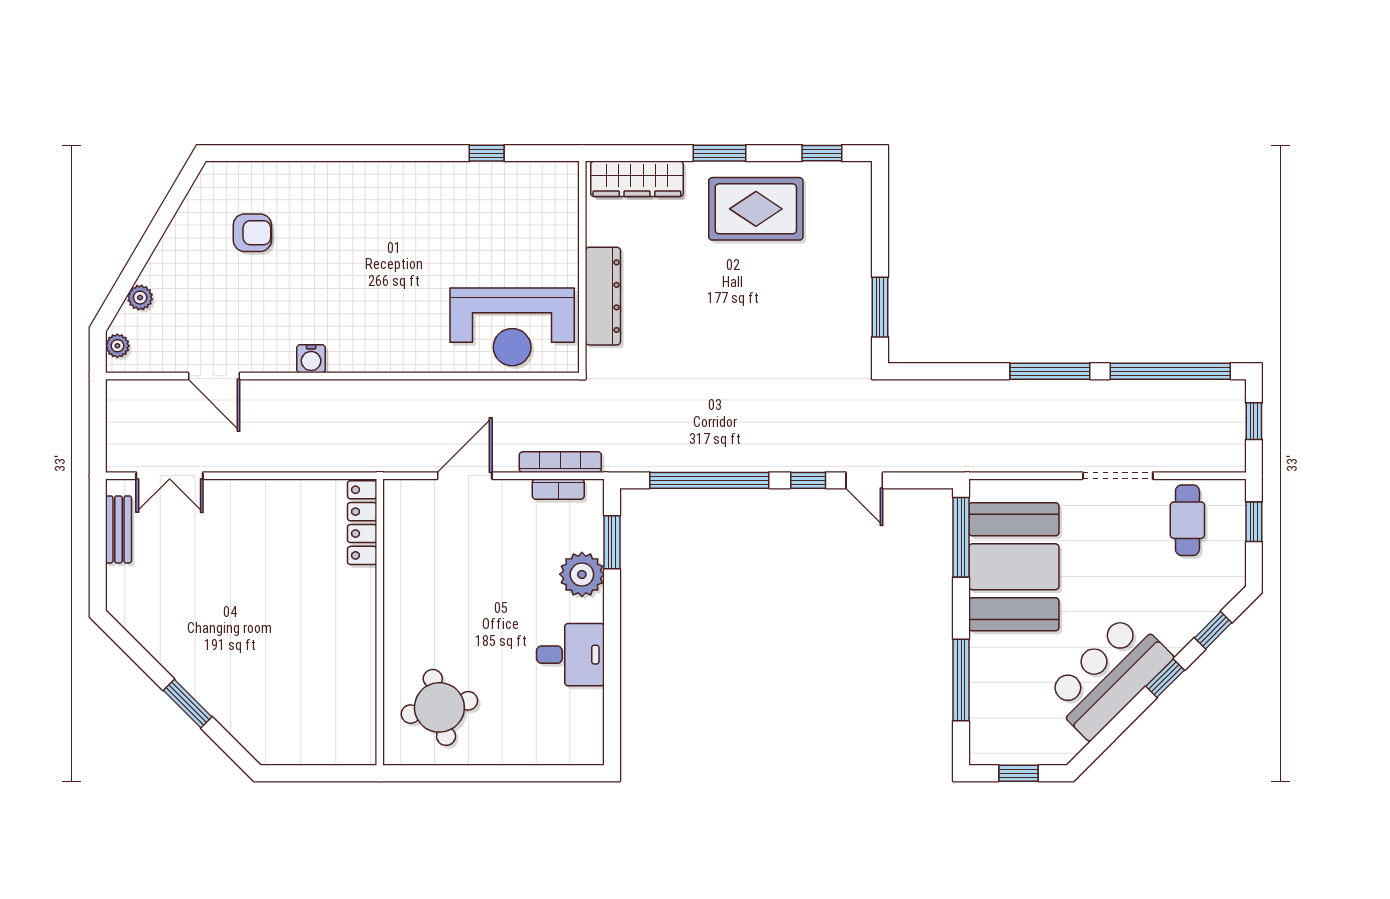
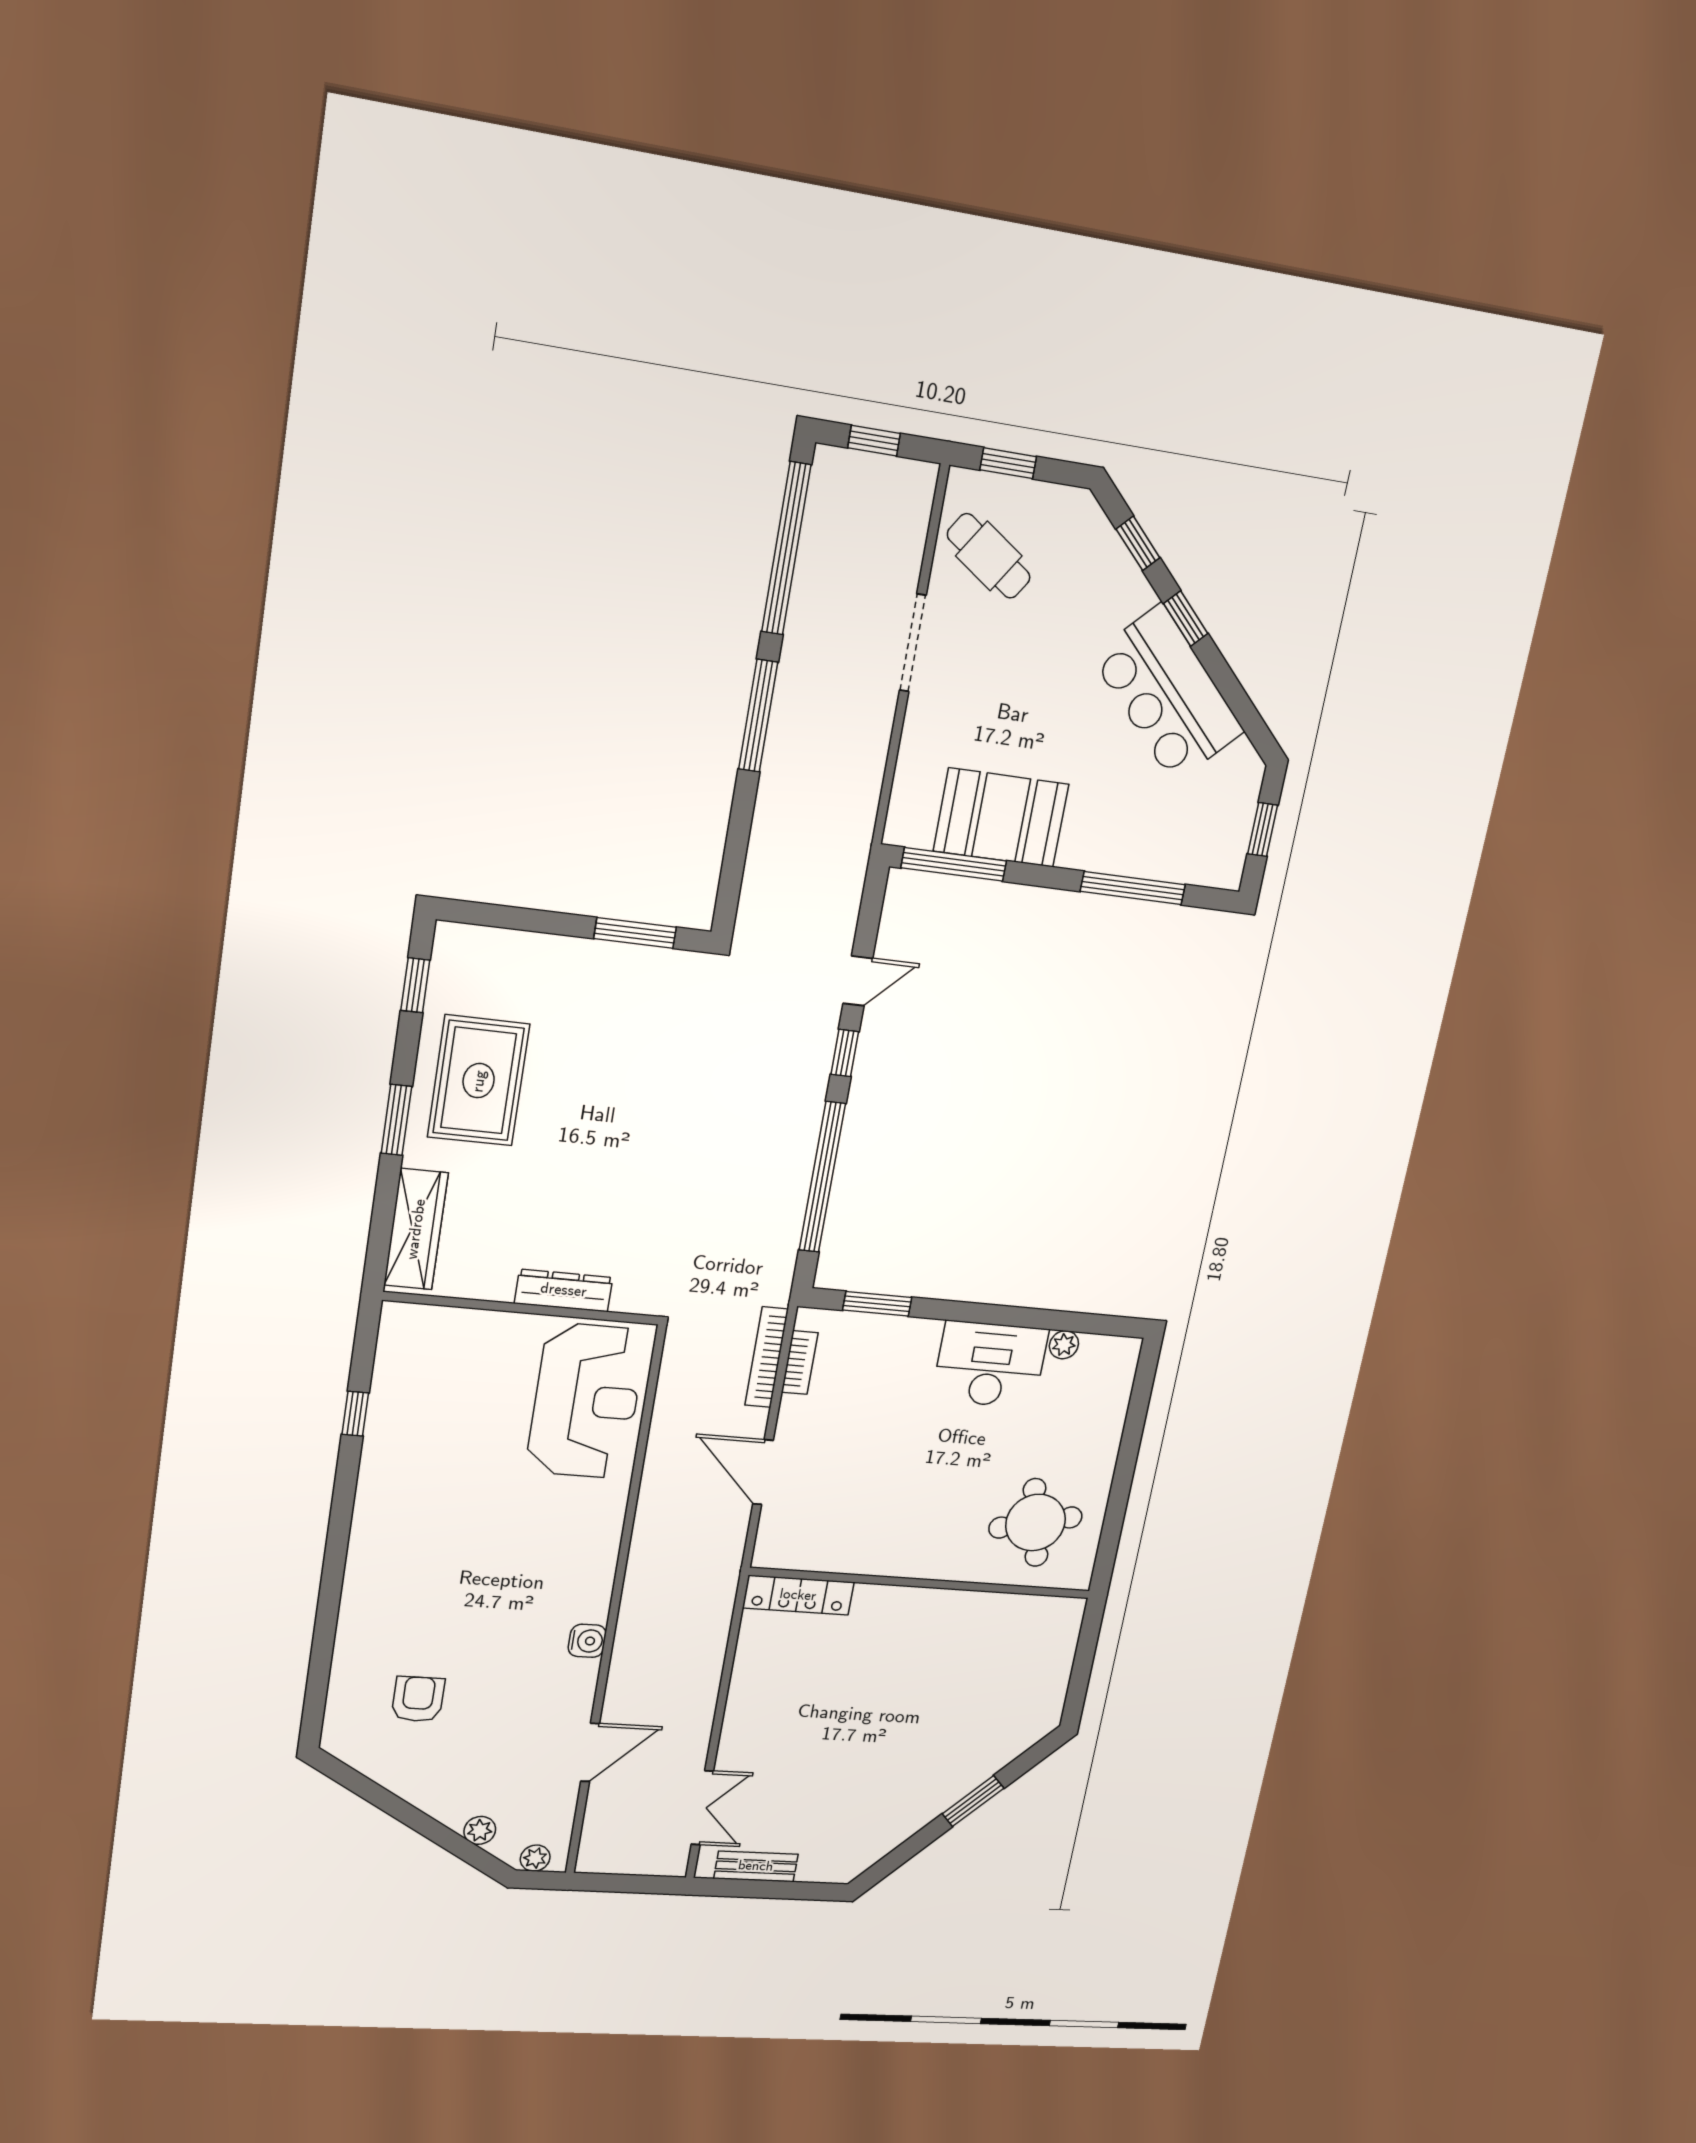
dresser: (603, 296) -> (564, 1290), width x0.73, depth x0.80
cafe table: (1187, 520) -> (989, 556), turned 34
booth: (1014, 567) -> (1001, 818), width x0.73, depth x0.70
plant: (582, 574) -> (1064, 1345), moved, width x0.53, depth x0.53
desk: (570, 655) -> (990, 1365), width x1.37

